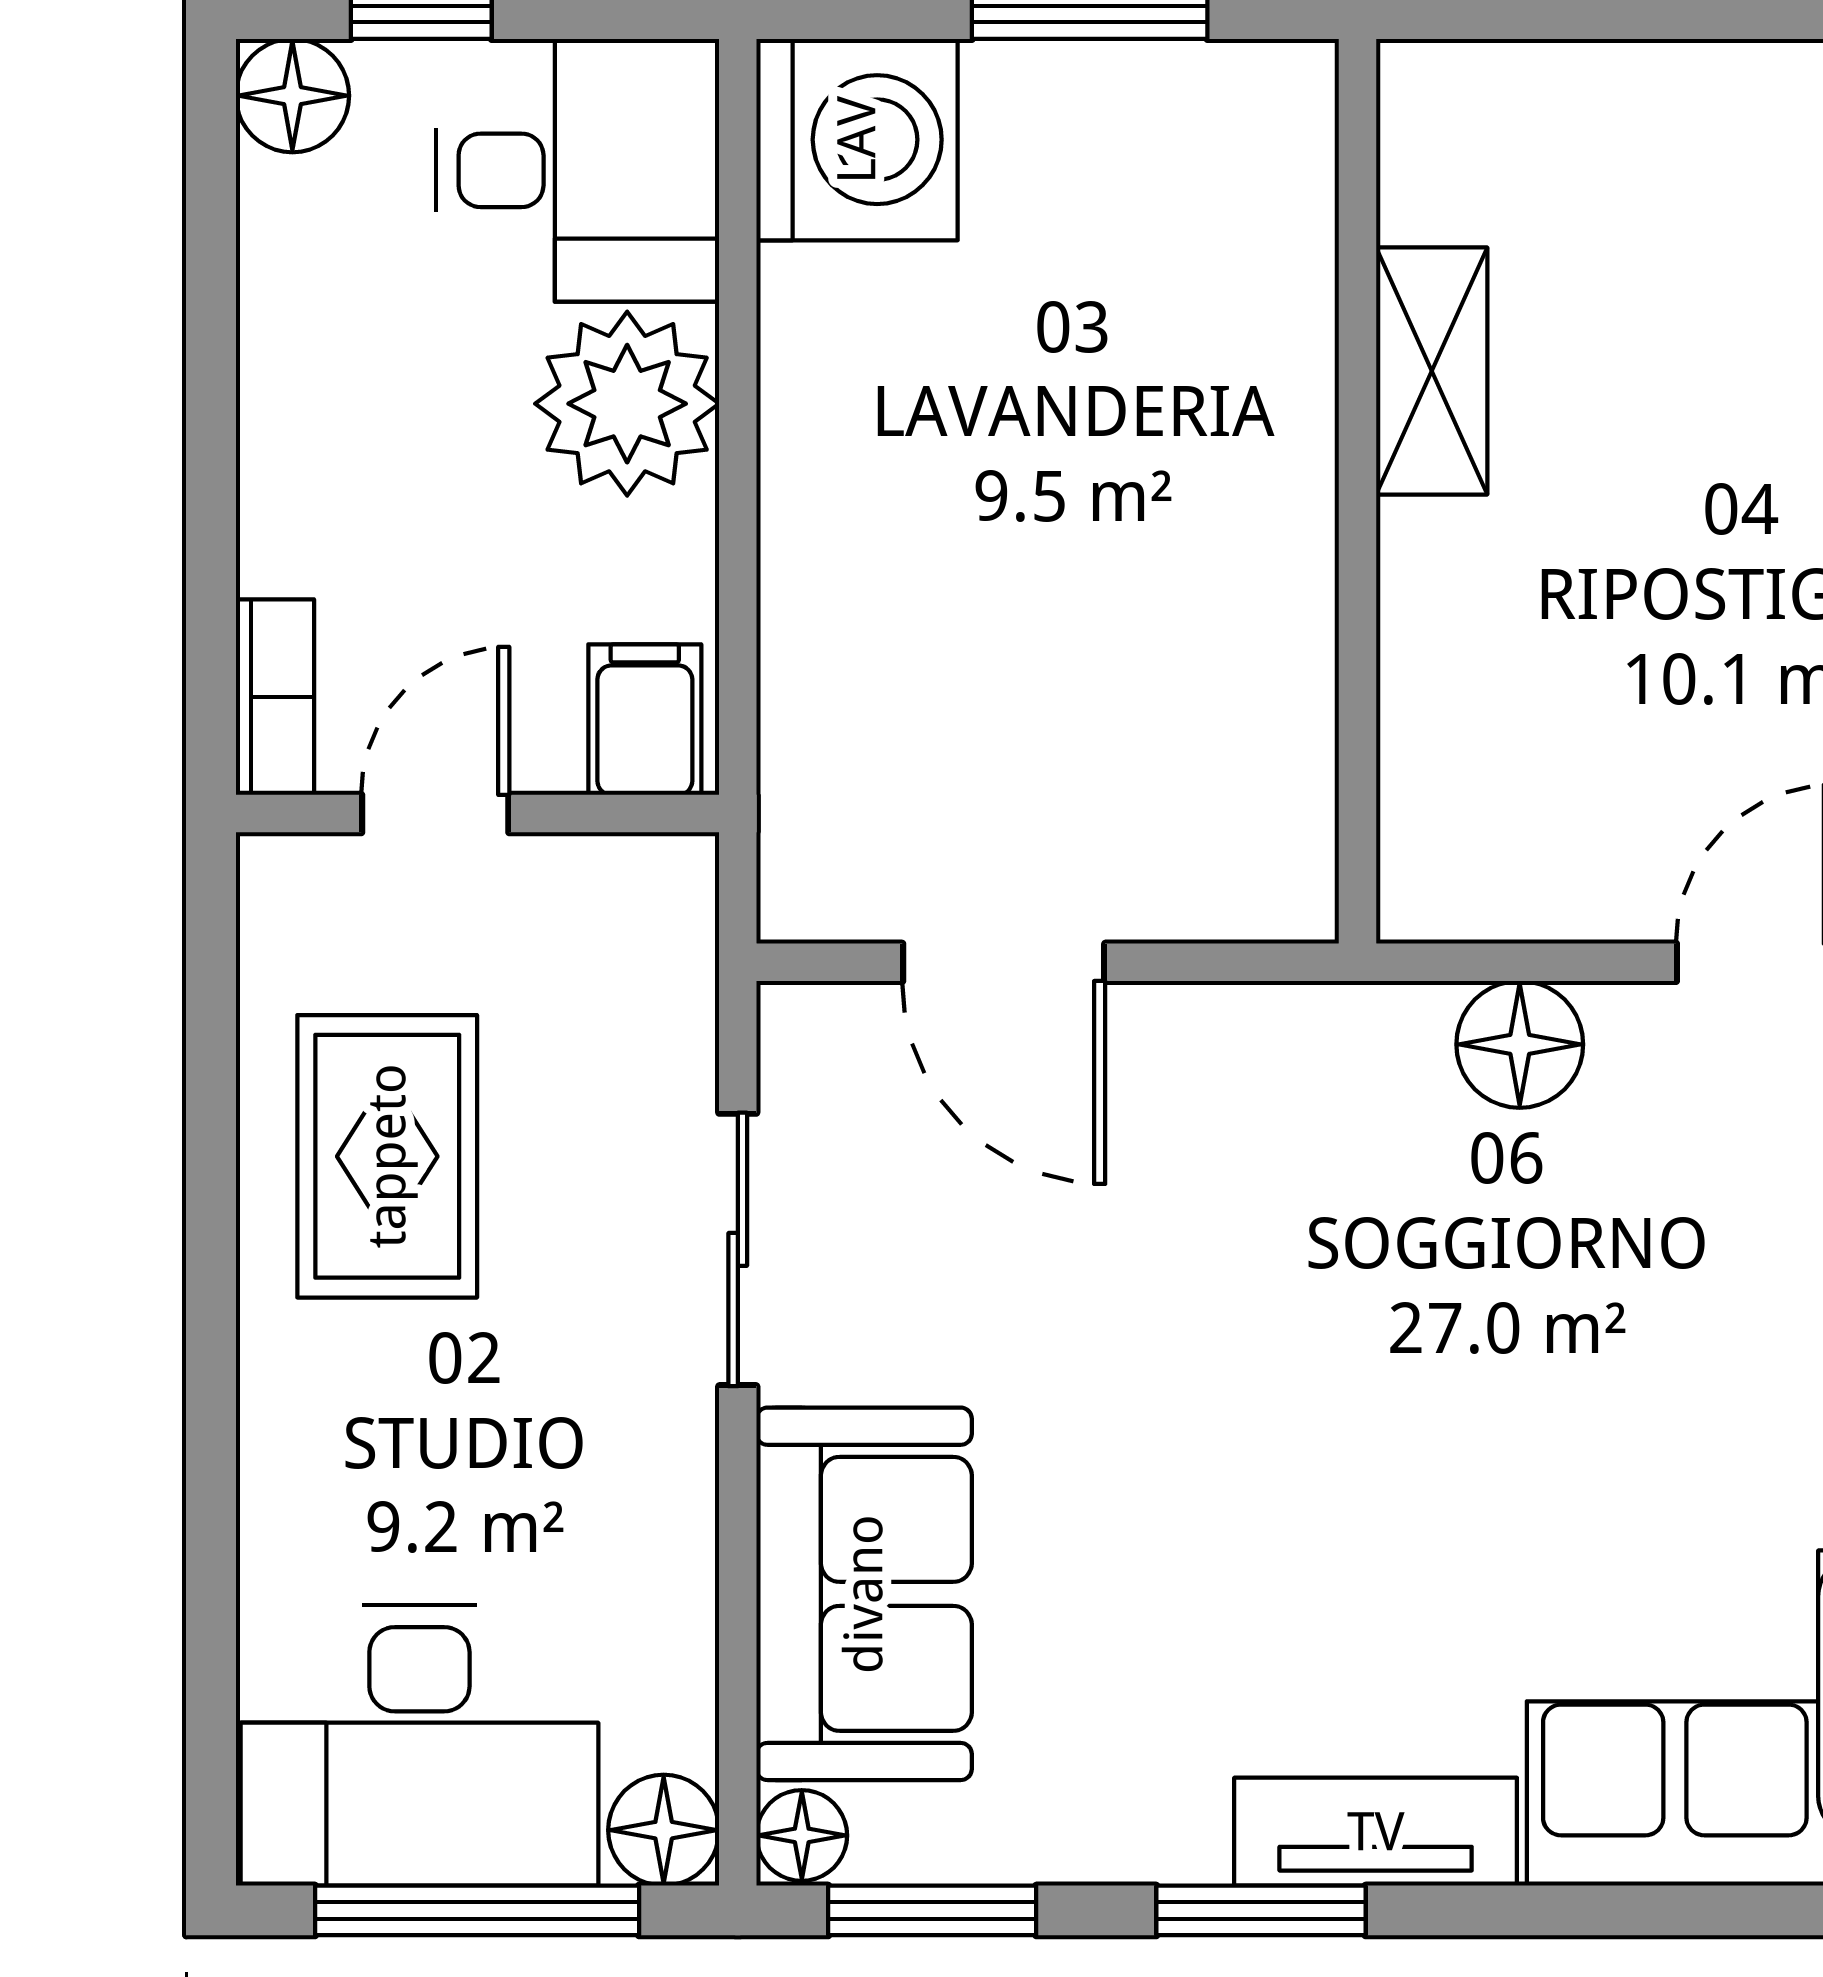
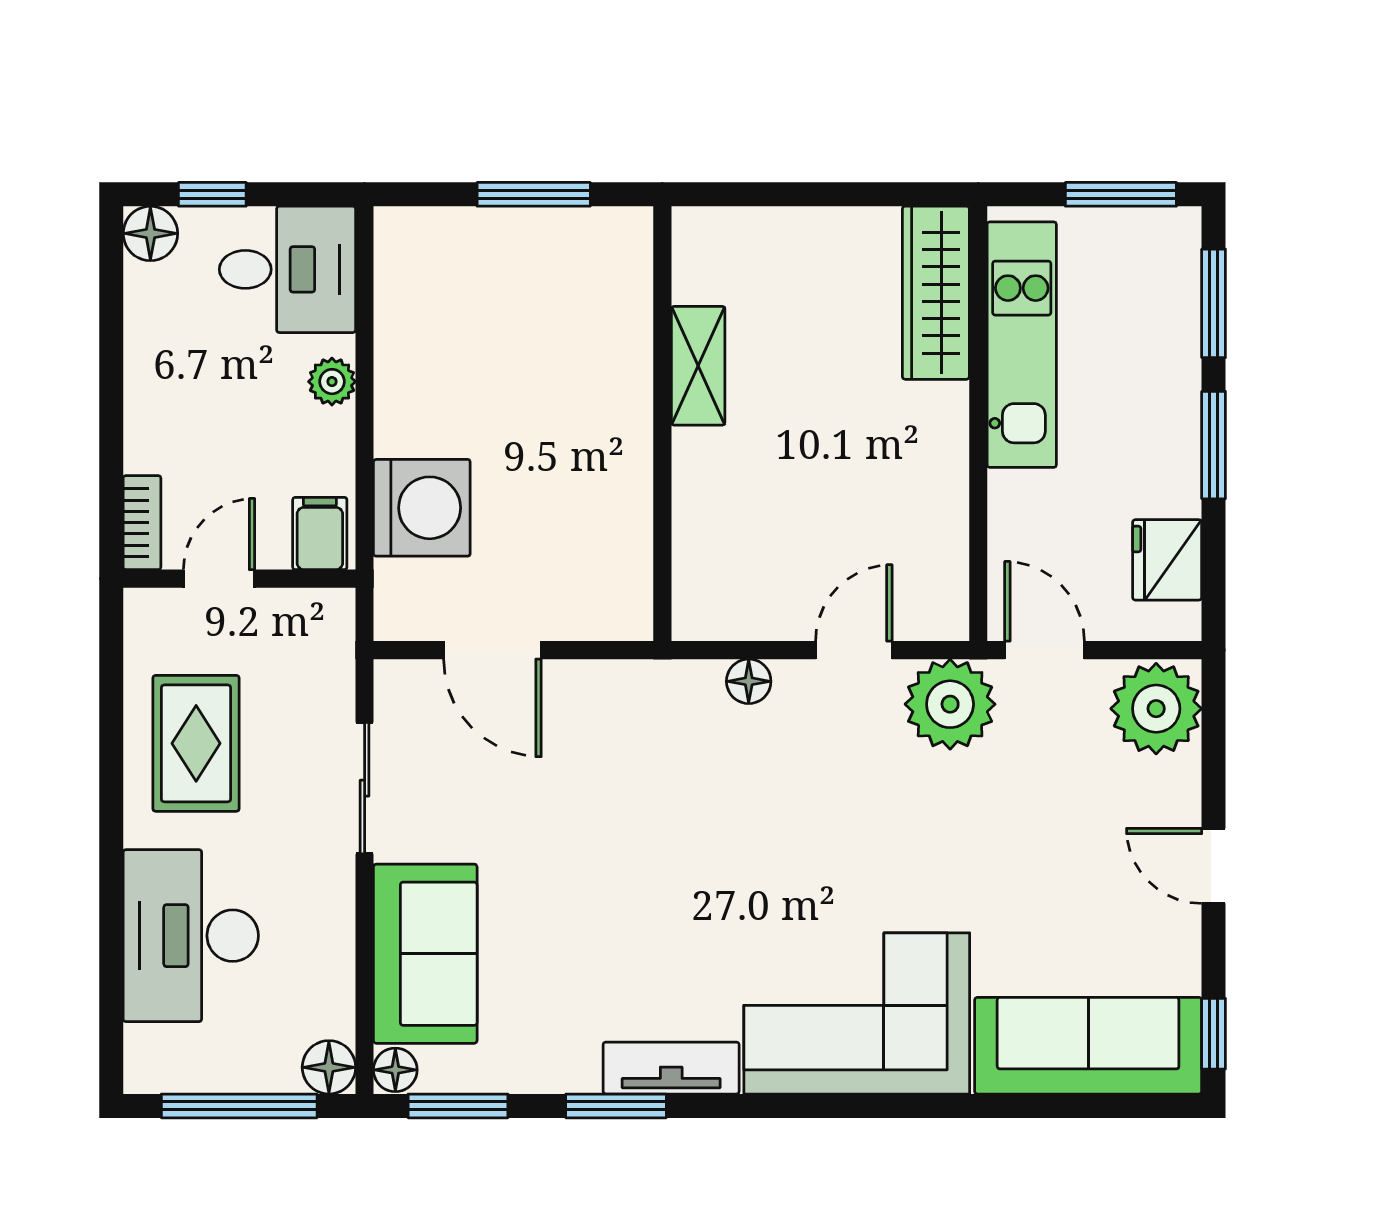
washing machine: (857, 140) -> (422, 508), moved
plant: (627, 404) -> (332, 382), width x0.53, depth x0.53
floor lamp: (1520, 1044) -> (749, 681), width x0.73, depth x0.73
desk: (419, 1745) -> (191, 936), moved, turned 90

